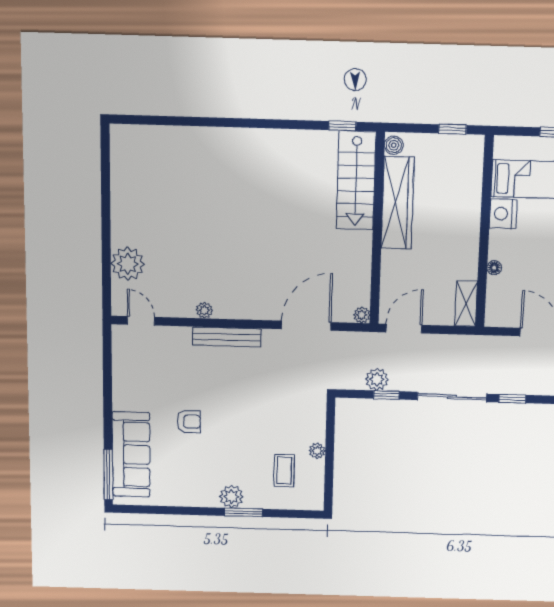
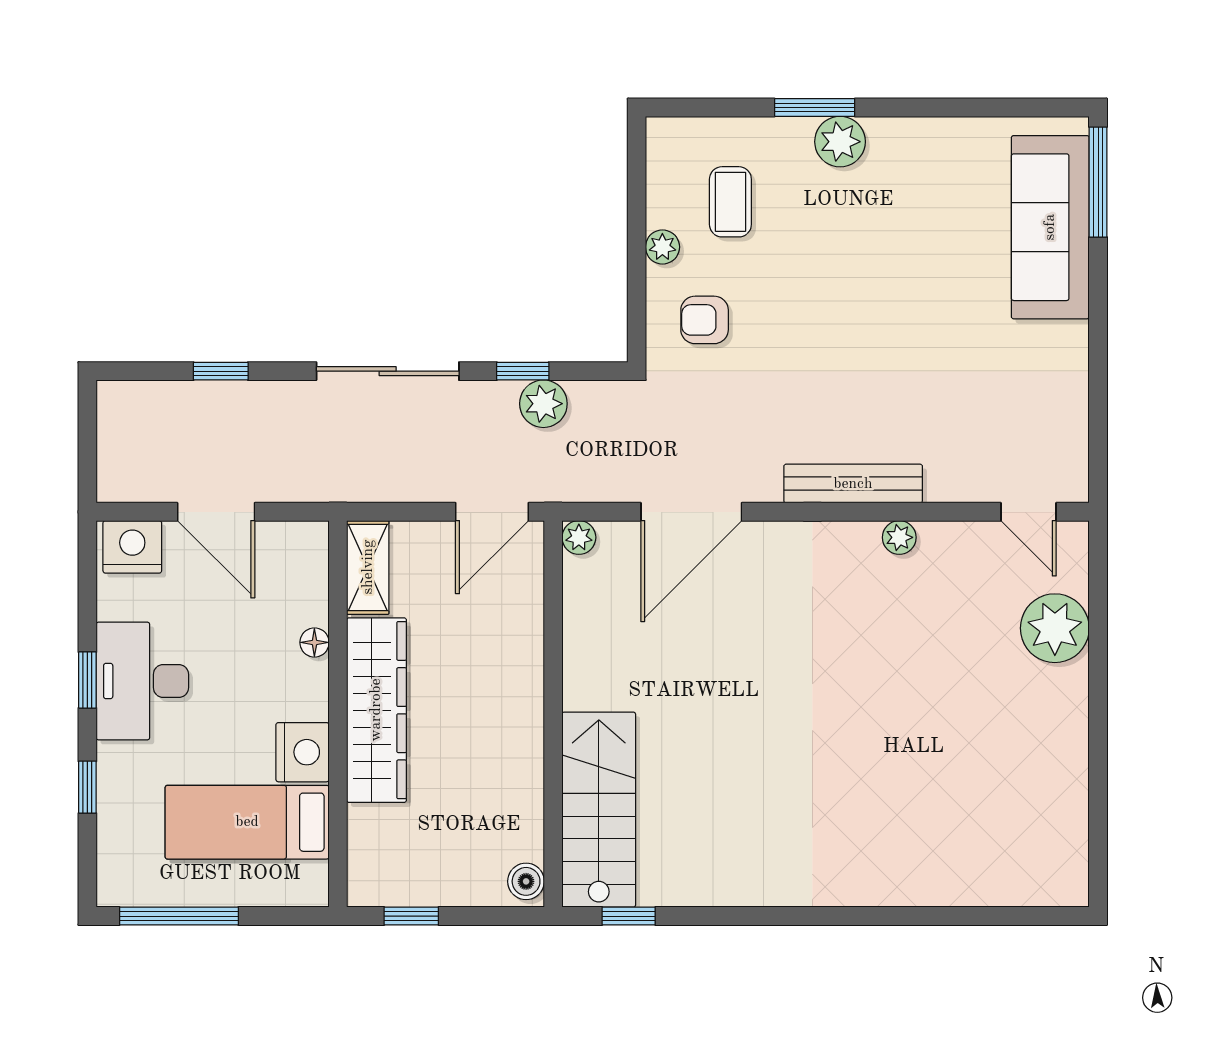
wardrobe: (398, 203) -> (376, 710), moved, turned 180
window: (512, 399) -> (221, 371), moved
armchair: (189, 421) -> (705, 320), moved

